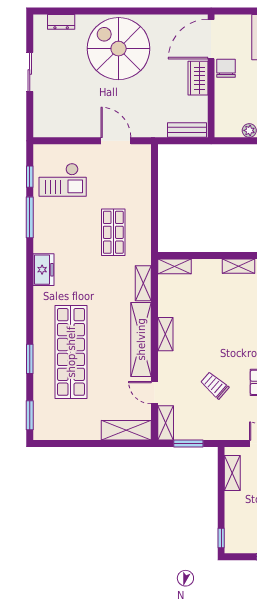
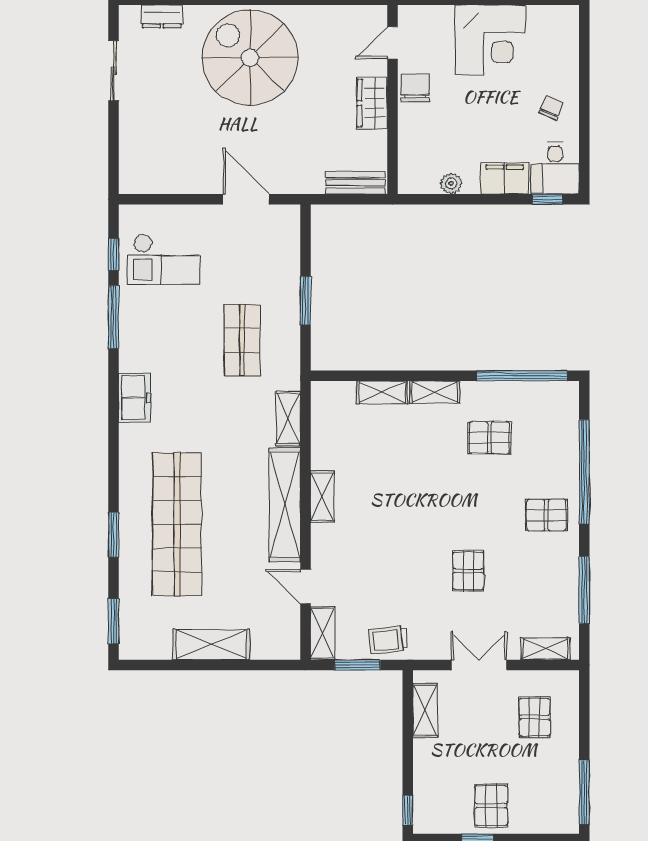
door: (211, 39) -> (392, 43), width x0.53
sliding door: (30, 72) -> (114, 71), moved
window: (155, 207) -> (305, 301), added
shelving: (174, 266) -> (382, 392), moved
trolley: (215, 385) -> (388, 640), moved, turned -47
shelving: (126, 430) -> (211, 644), moved

